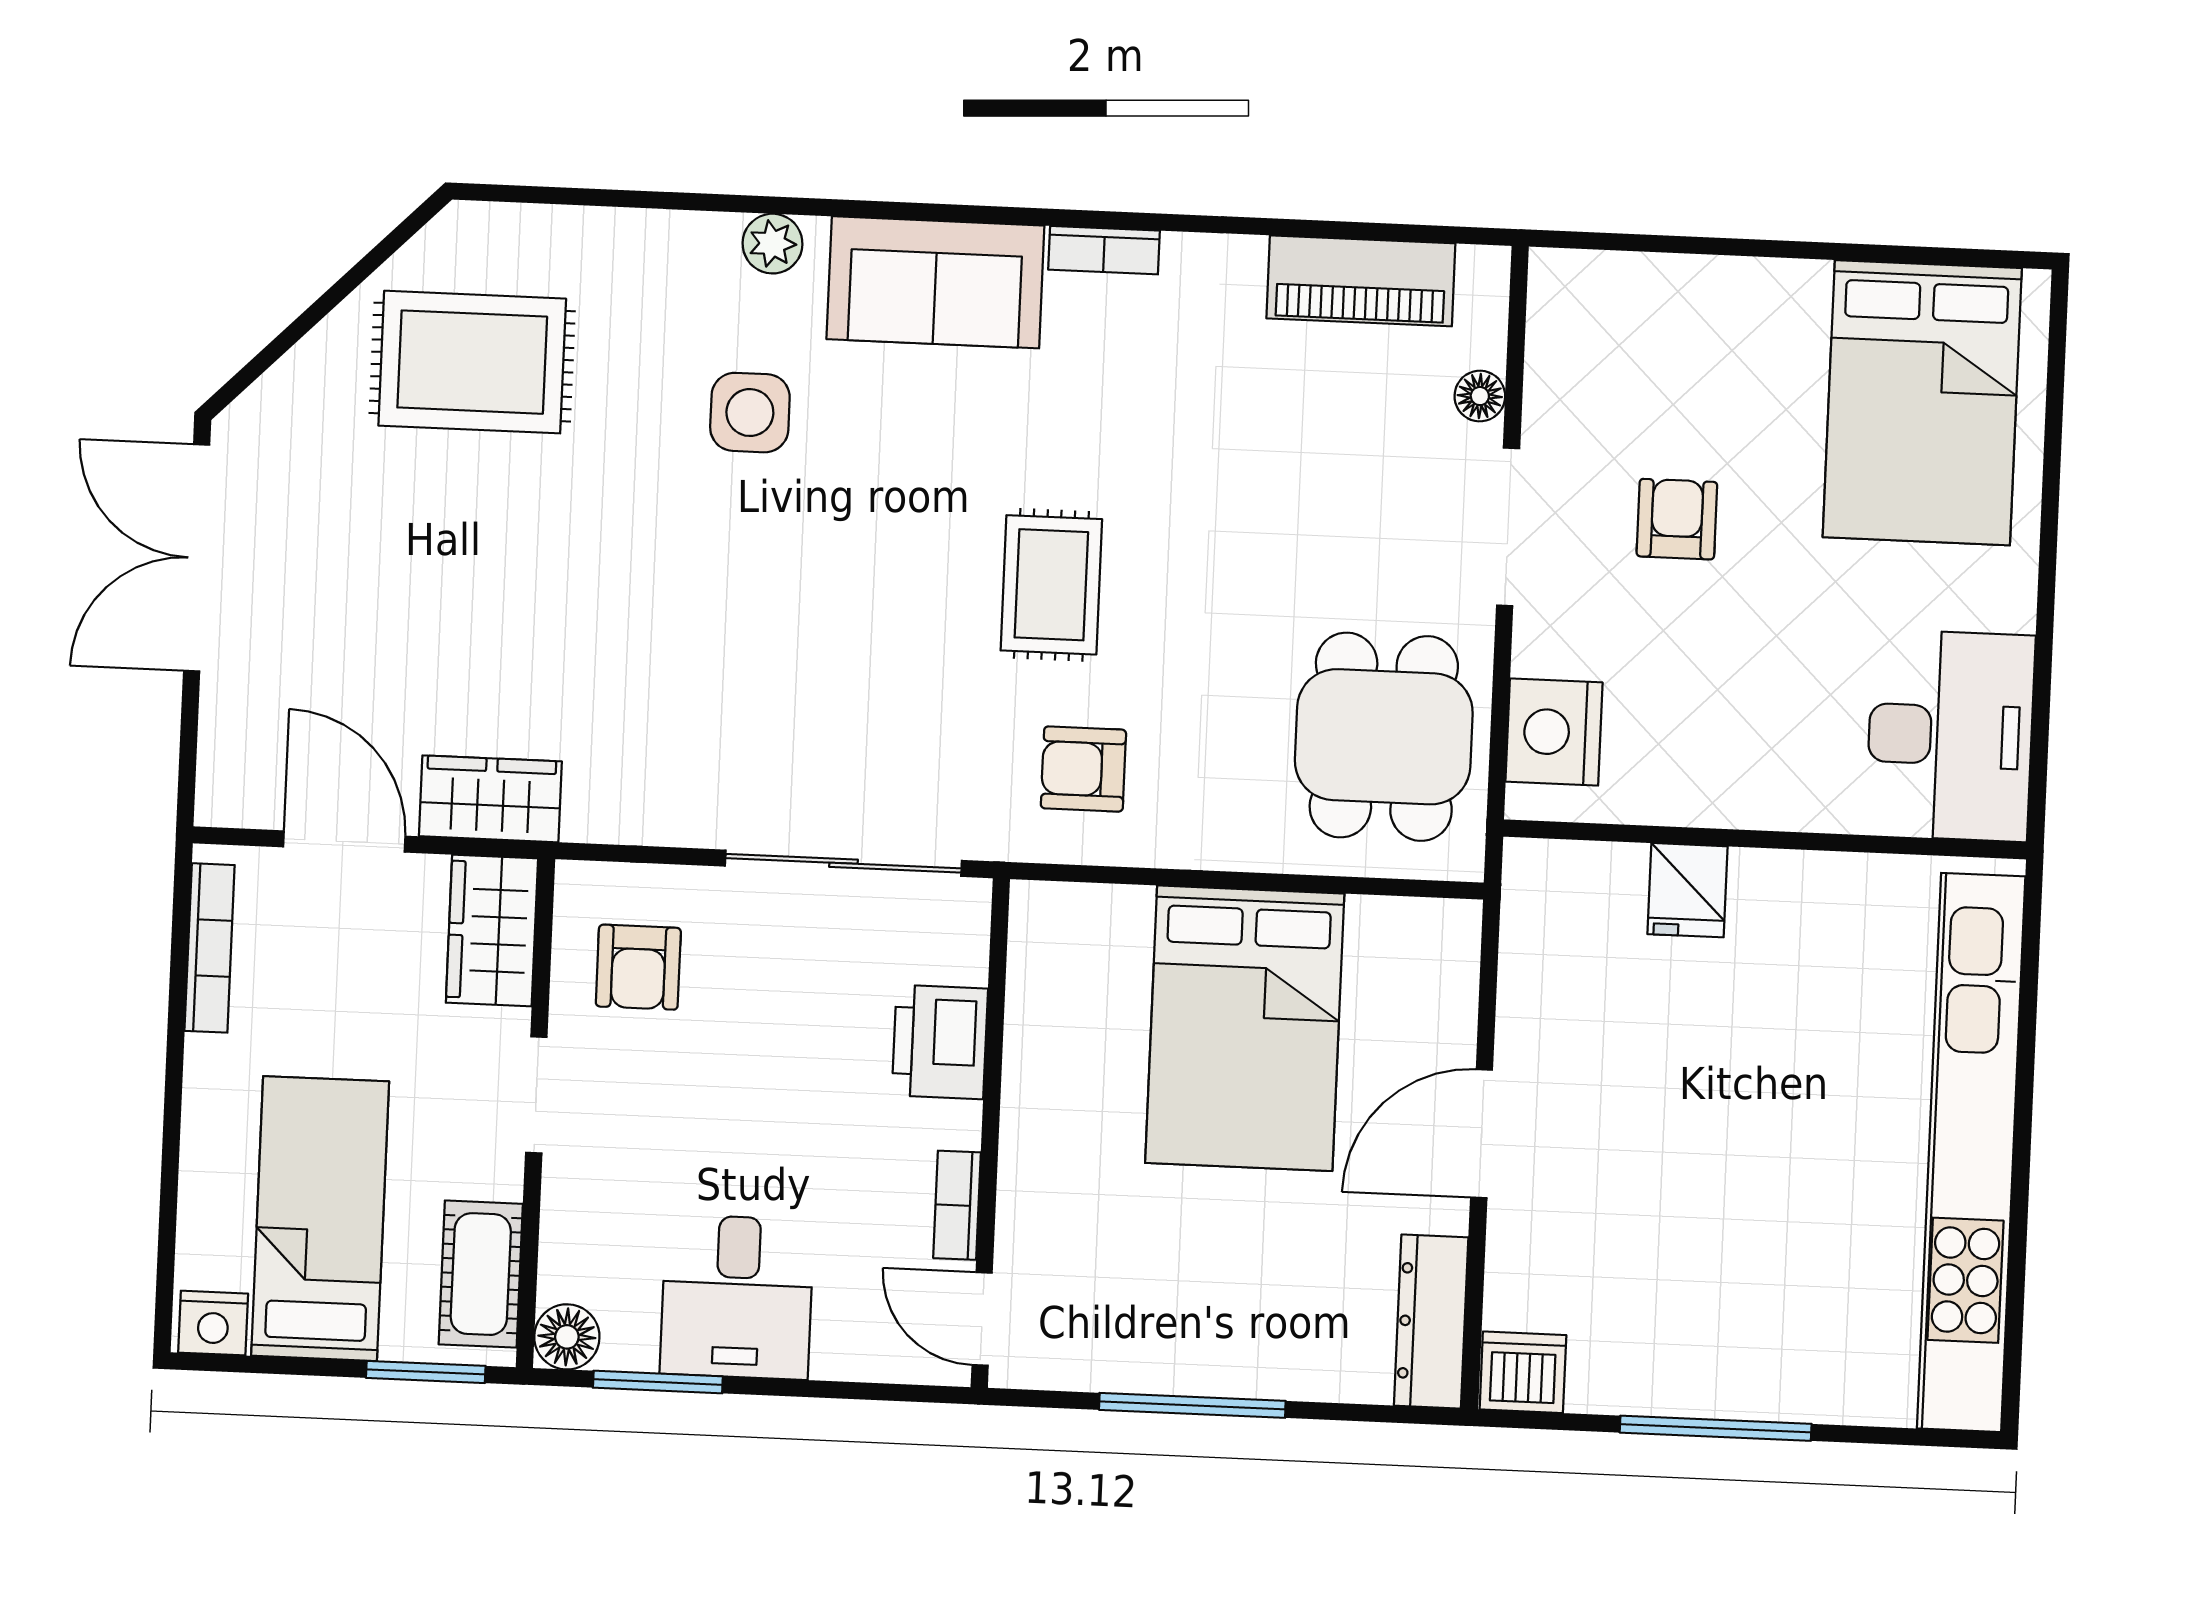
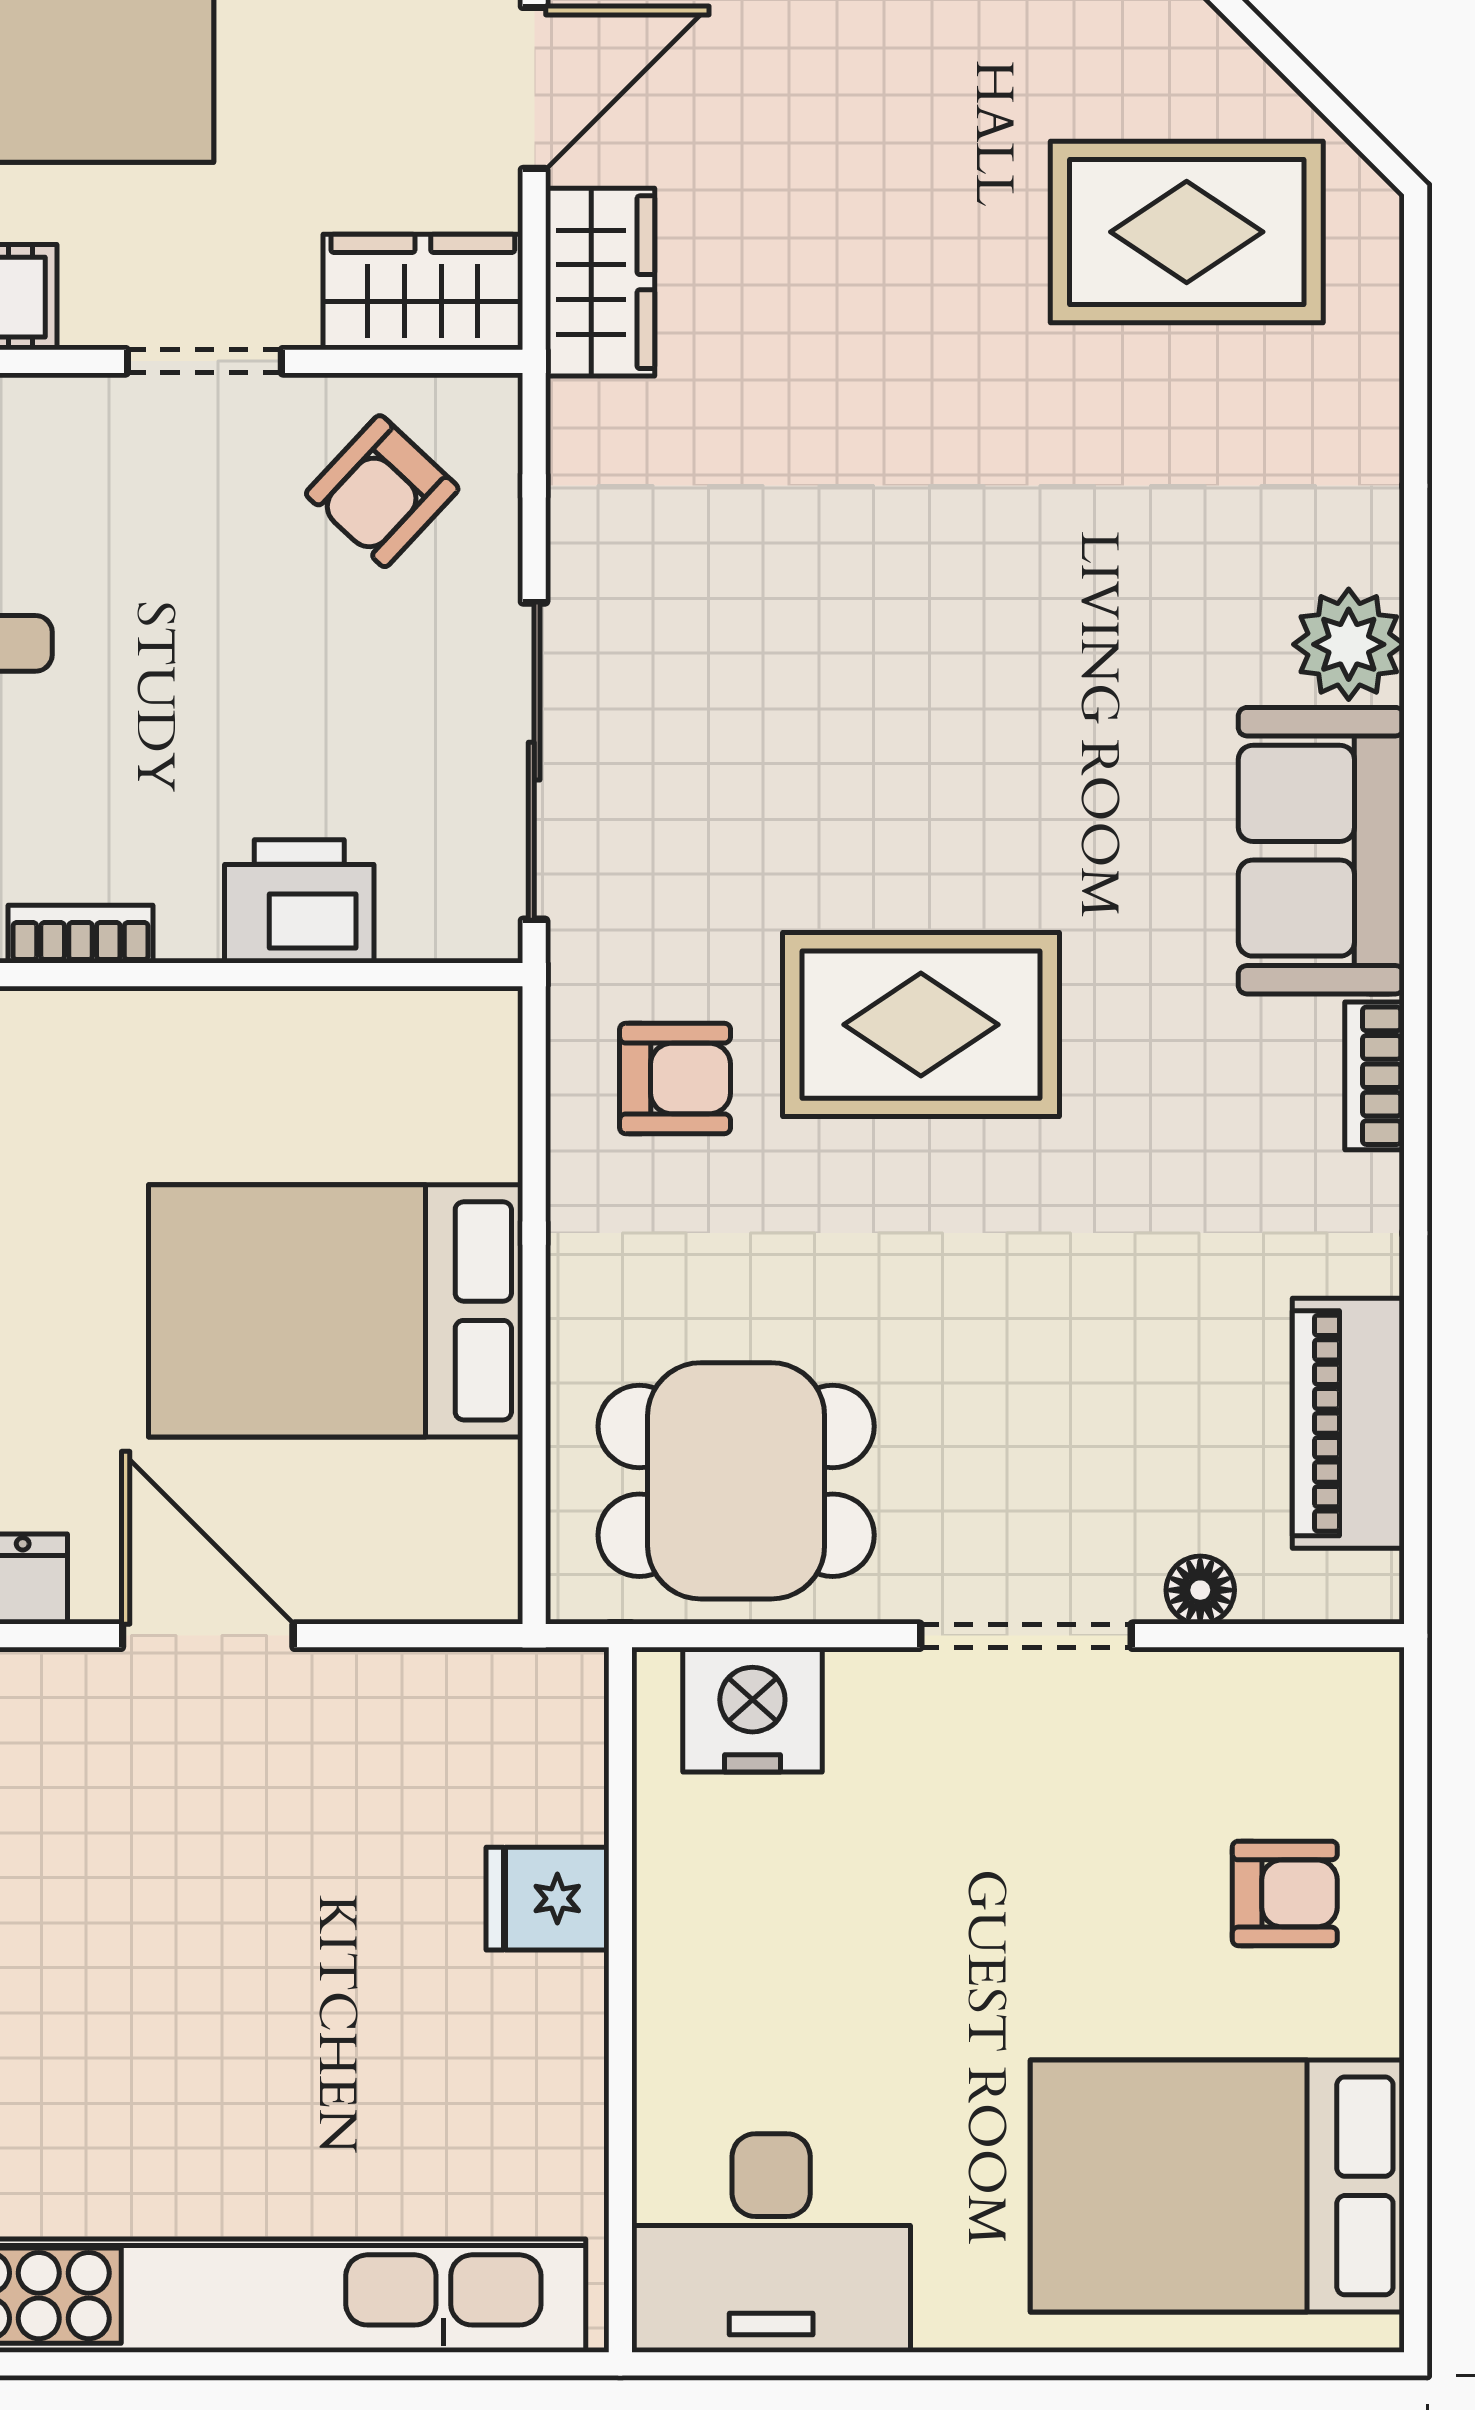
plant: (773, 244) -> (1349, 644), width x1.38, depth x1.38
rug: (472, 362) -> (1187, 232), turned 90
side table: (750, 413) -> (1135, 609), removed
armchair: (1677, 519) -> (1285, 1893), moved
rug: (1051, 585) -> (921, 1025), width x1.36, depth x1.43
armchair: (1083, 769) -> (675, 1078), turned 90
armchair: (638, 967) -> (382, 491), turned -47

